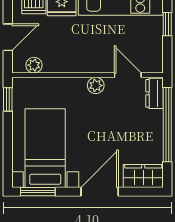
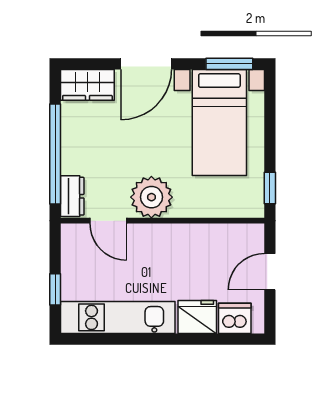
plant: (34, 65) -> (235, 234), removed
plant: (96, 85) -> (151, 197), width x1.87, depth x1.87

